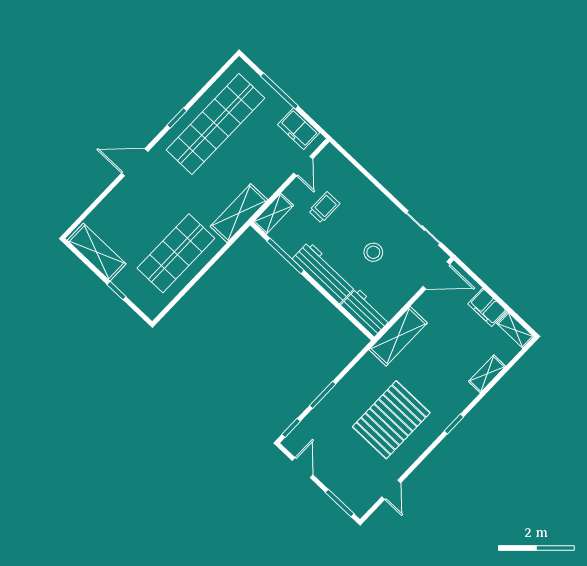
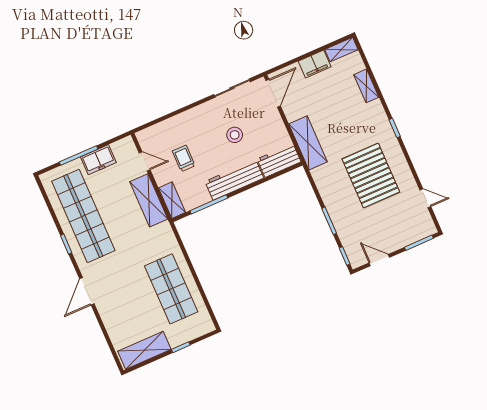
freezer: (299, 129) -> (98, 160), moved
shelving: (239, 213) -> (149, 200), moved

